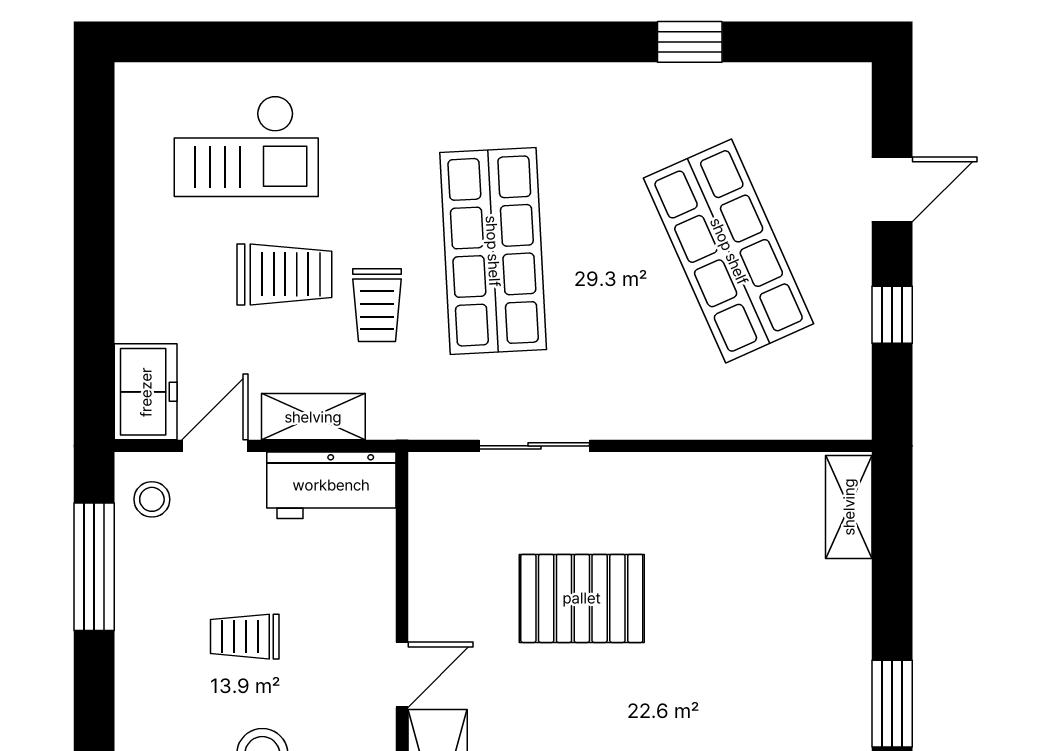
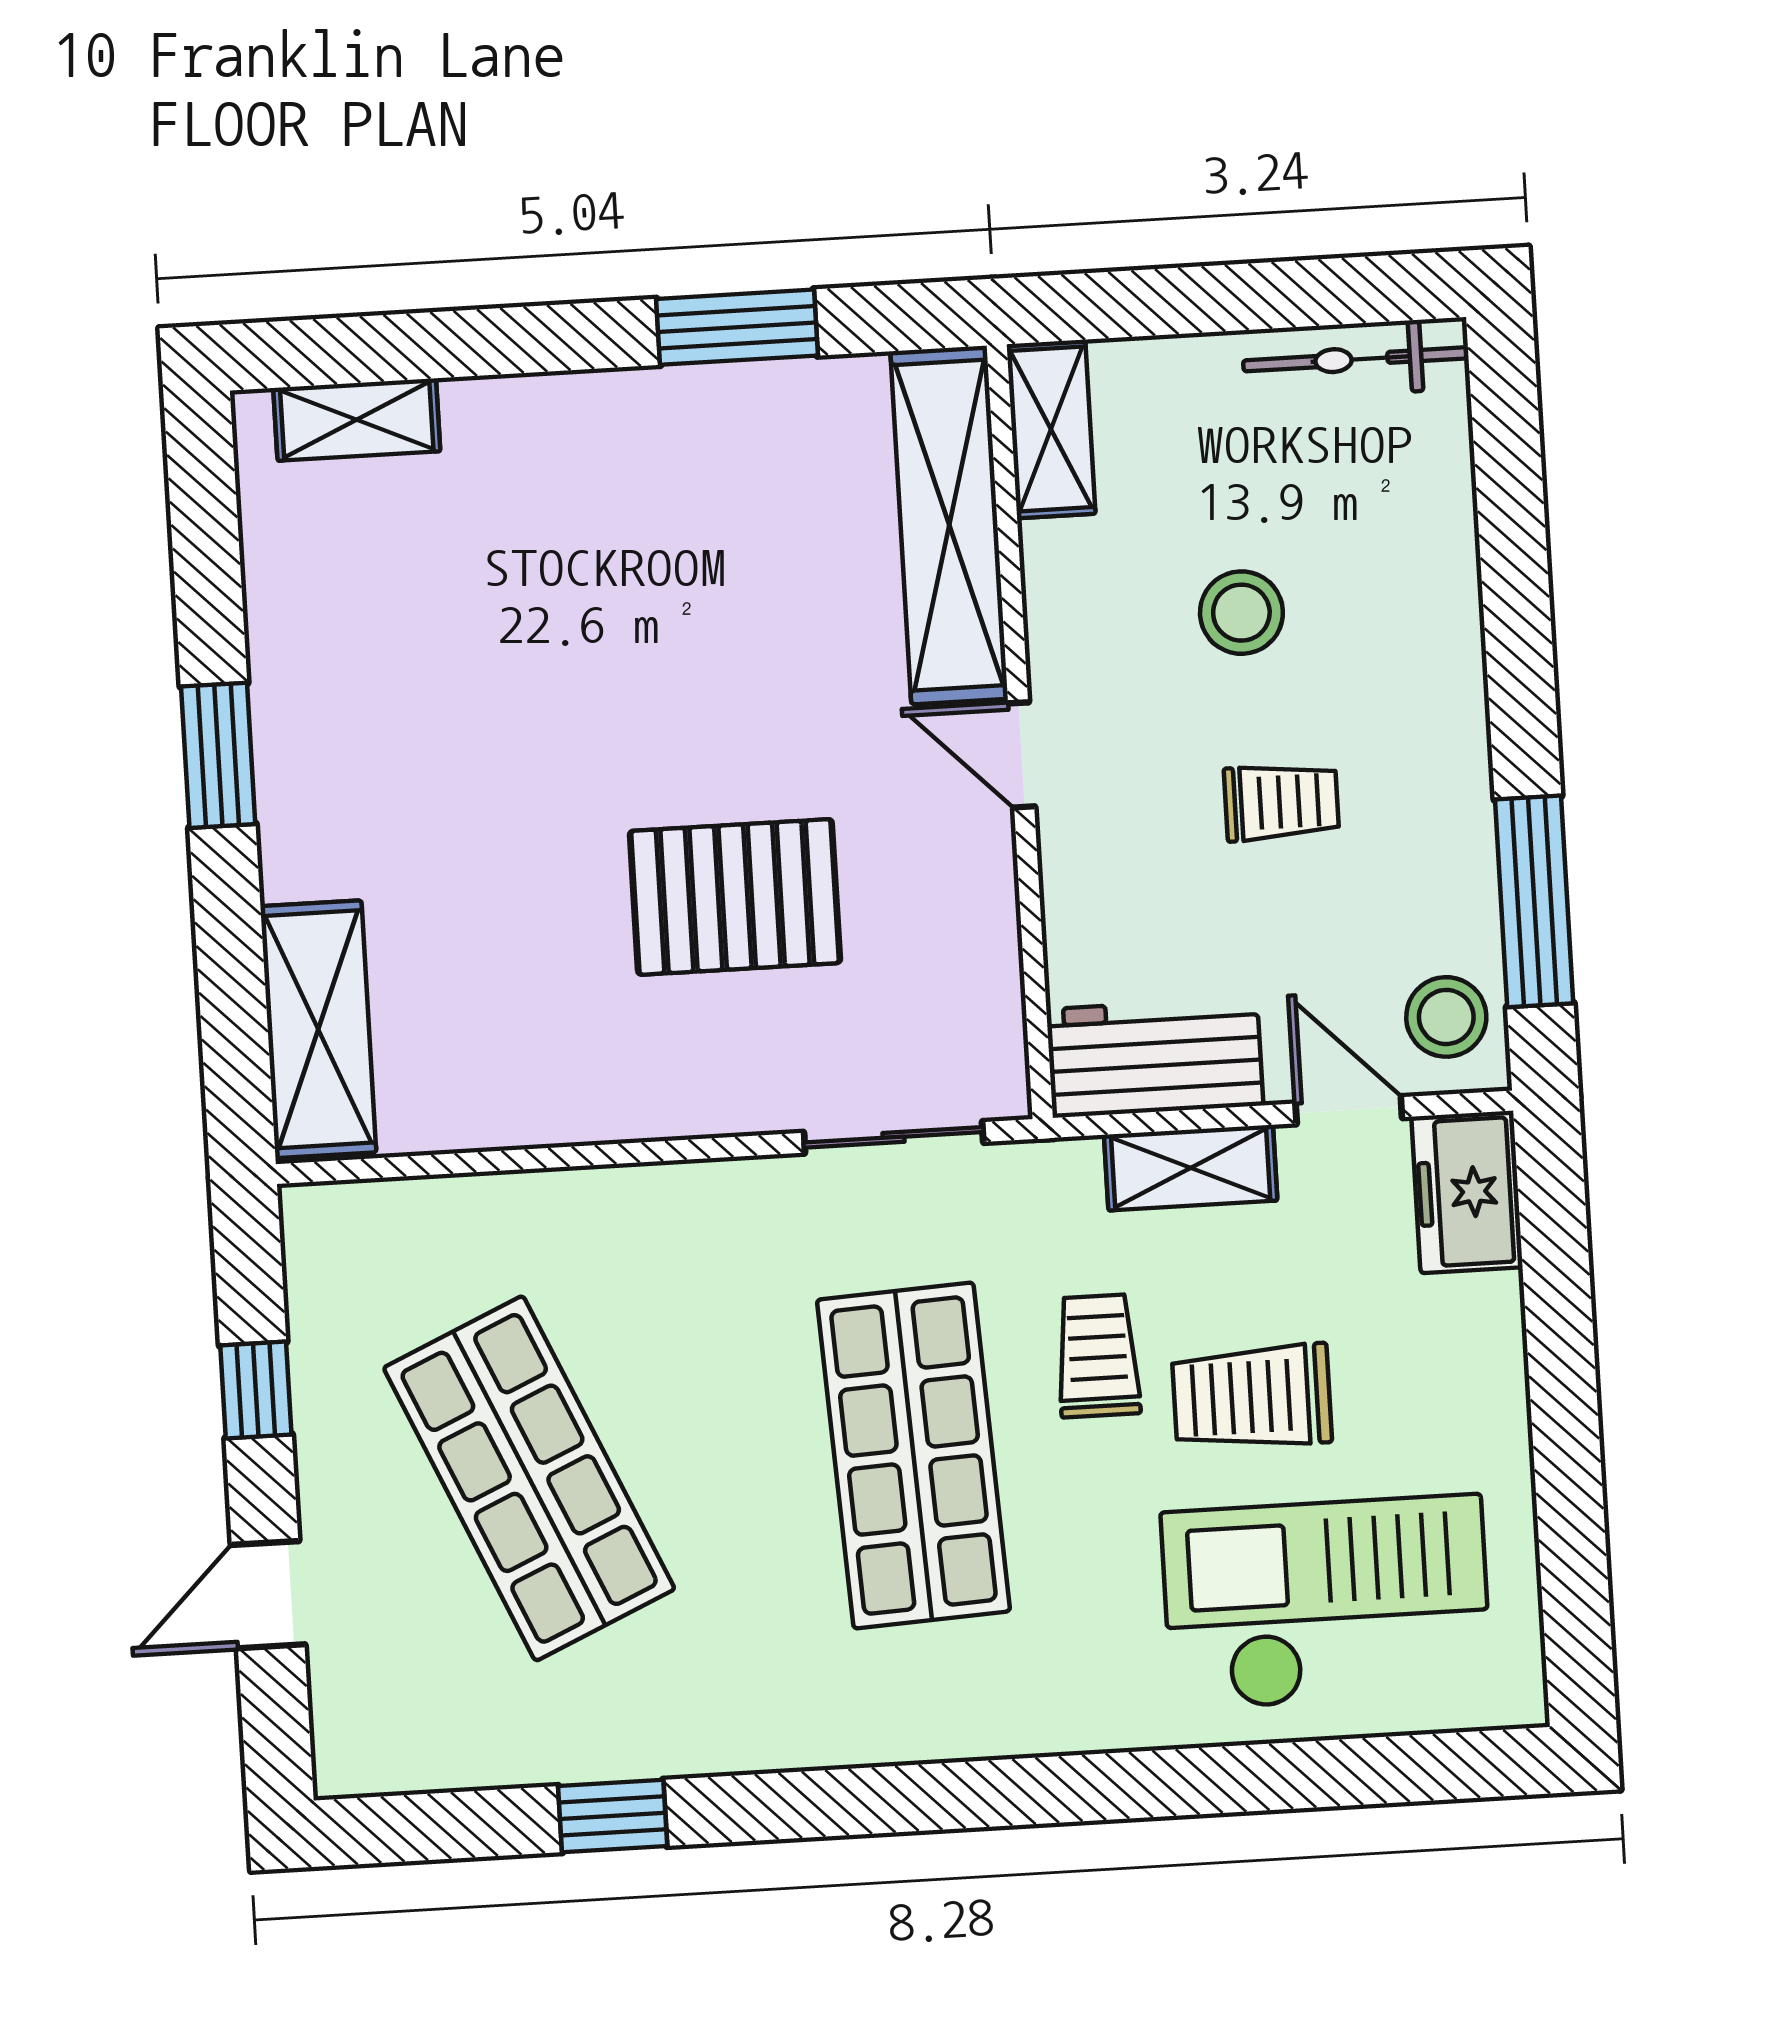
checkout: (246, 146) -> (1326, 1603), width x1.36, depth x1.21
door: (215, 446) -> (1349, 1110), swing flipped
sliding door: (534, 446) -> (894, 1137), moved
stool: (152, 499) -> (1446, 1017), width x1.37, depth x1.37
shelving: (849, 507) -> (318, 1029), width x1.50, depth x1.33
door: (402, 675) -> (1021, 755), hinge flipped

